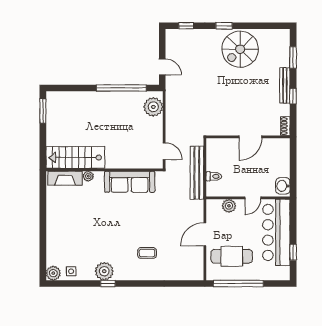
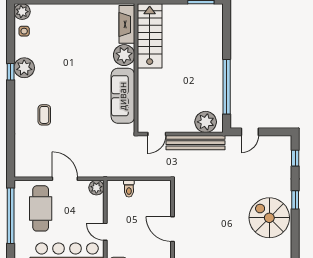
bench: (197, 173) -> (196, 143), moved
plant: (88, 176) -> (124, 55), width x1.88, depth x1.88
plant: (229, 206) -> (96, 188), moved

